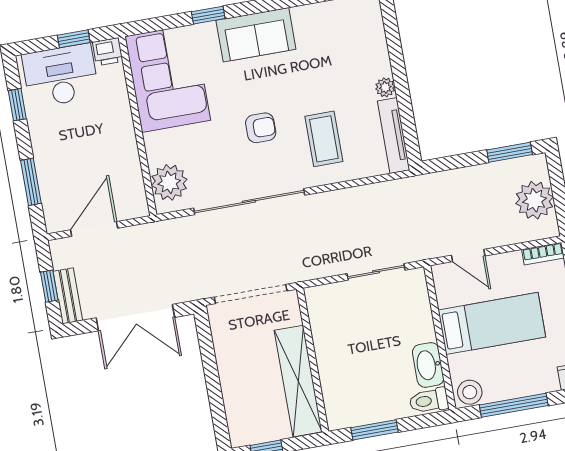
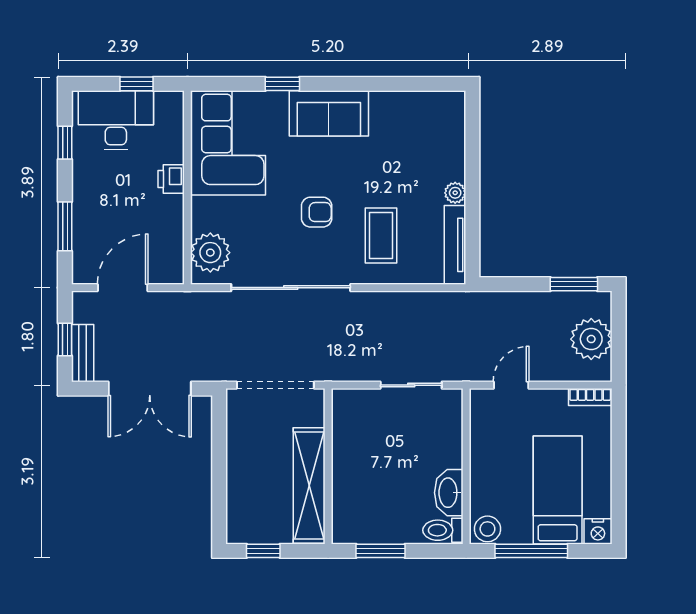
printer: (108, 52) -> (171, 179), moved, turned 90
door: (468, 256) -> (511, 385), swing flipped
bed: (492, 323) -> (558, 490), moved, turned -90

